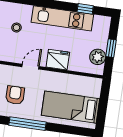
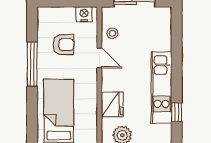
stool: (16, 28) -> (112, 33), moved
fridge: (58, 60) -> (112, 104), moved

